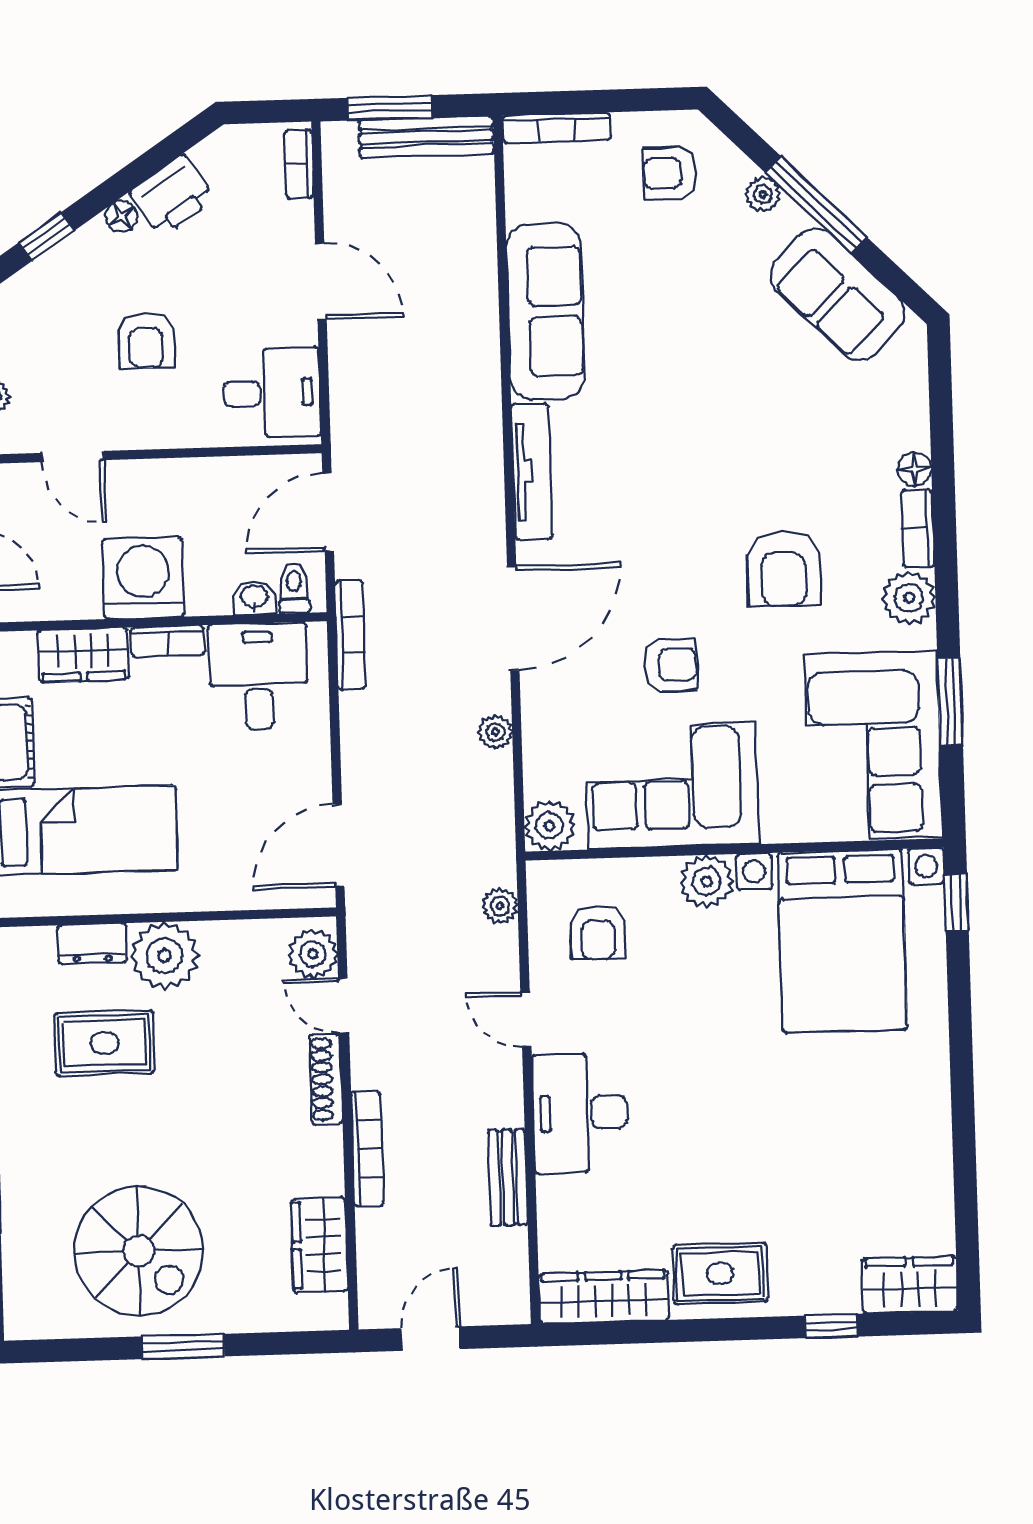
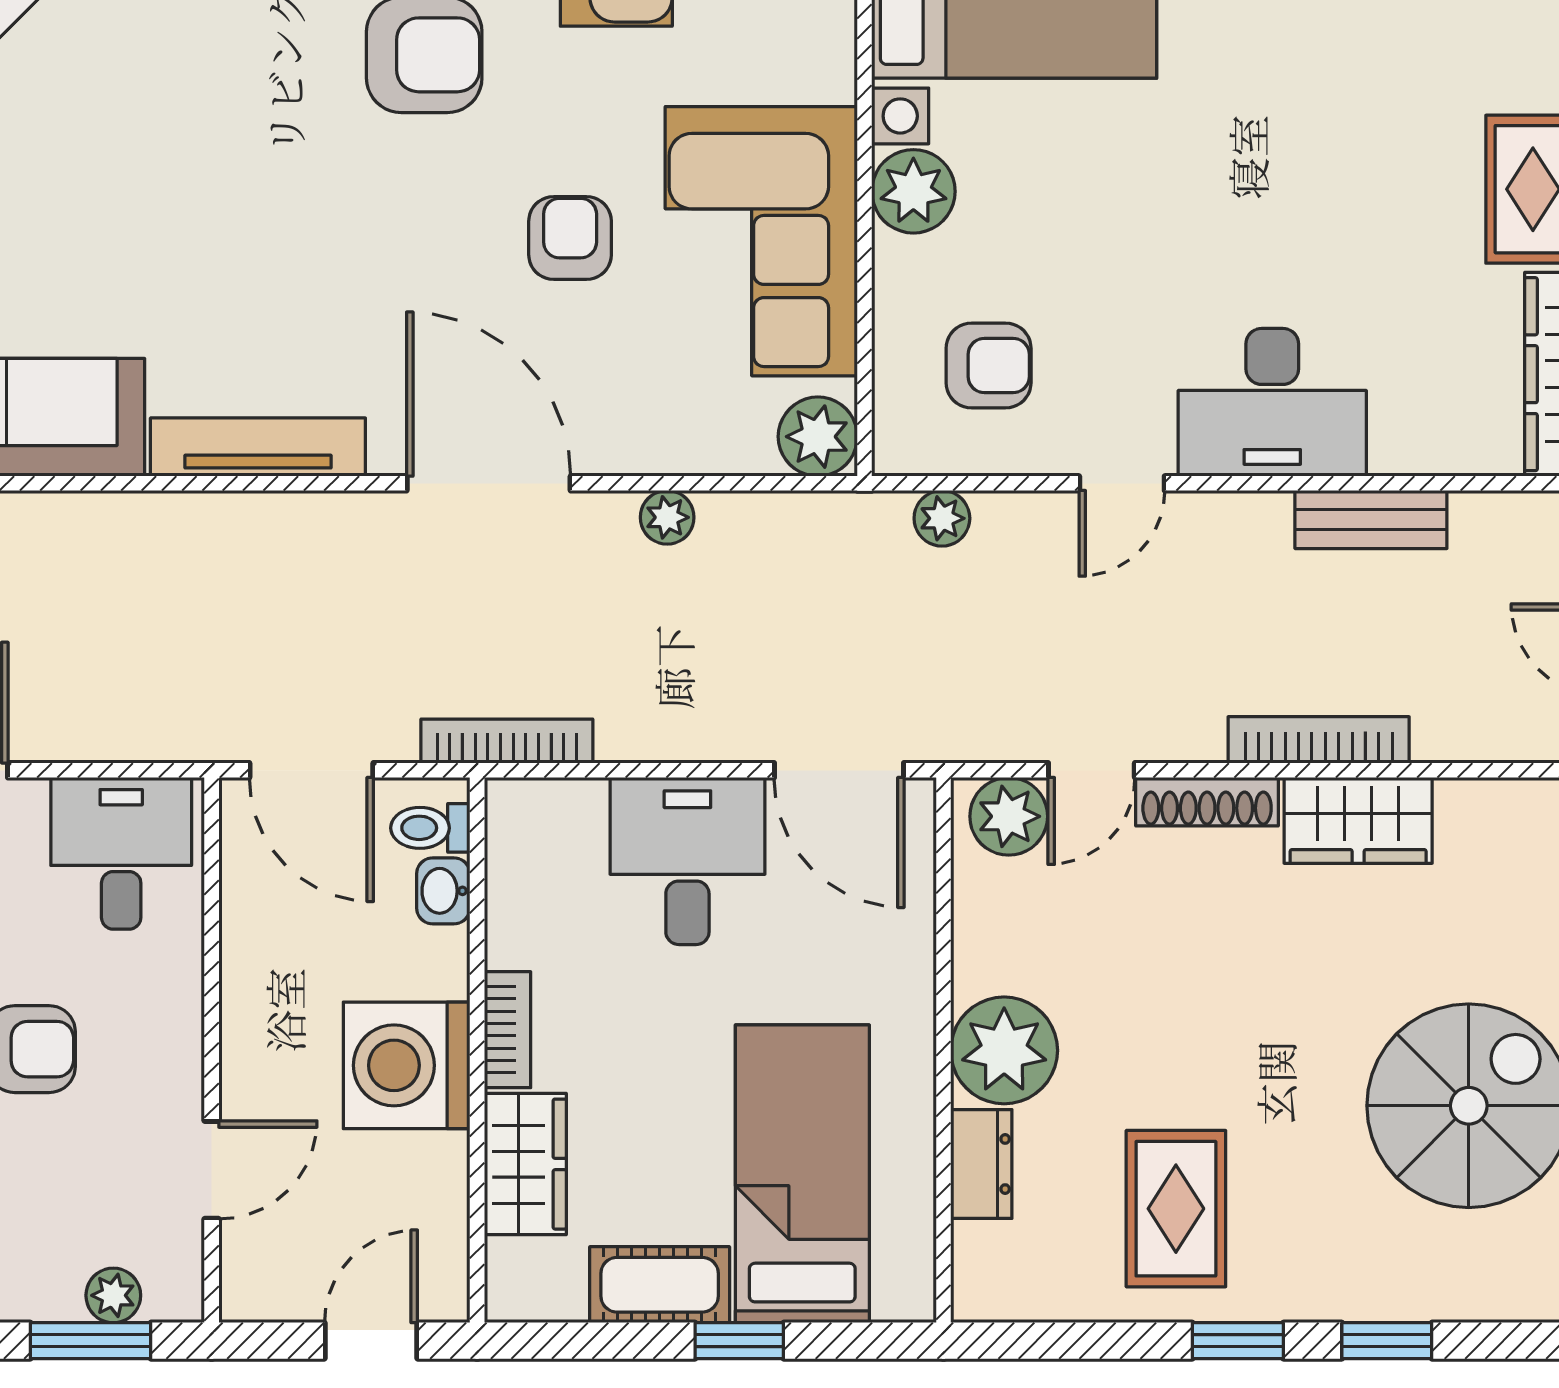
desk: (258, 676) -> (687, 861), moved, turned 90
rug: (105, 1043) -> (1176, 1209), moved
wardrobe: (319, 1245) -> (1358, 820), moved

